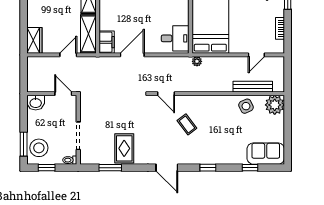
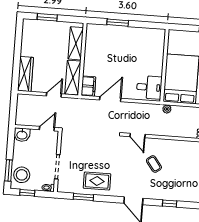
wardrobe: (34, 40) -> (25, 74), width x1.50
door: (63, 94) -> (47, 129), hinge flipped
rug: (124, 148) -> (97, 181), turned 90

